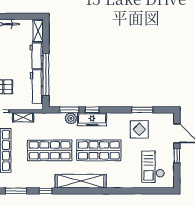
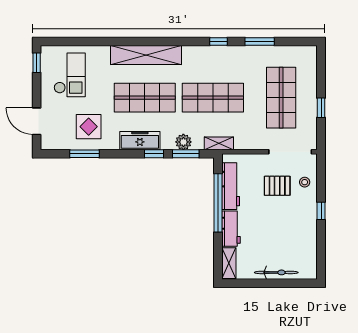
shelving: (23, 117) -> (219, 143), moved
freezer: (92, 119) -> (140, 141), moved
window: (177, 156) -> (37, 63), moved
shelving: (81, 181) -> (146, 55), moved

